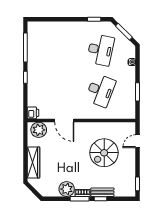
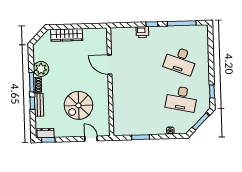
desk: (100, 90) -> (180, 61), moved
printer: (33, 113) -> (142, 32), moved
door: (64, 121) -> (110, 65), hinge flipped
plant: (39, 130) -> (100, 39), removed
spiral stairs: (104, 153) -> (78, 105), turned -90
dresser: (131, 186) -> (45, 133), added

